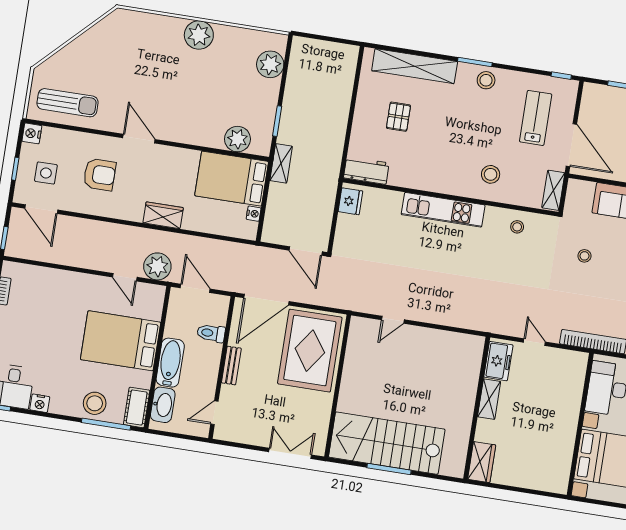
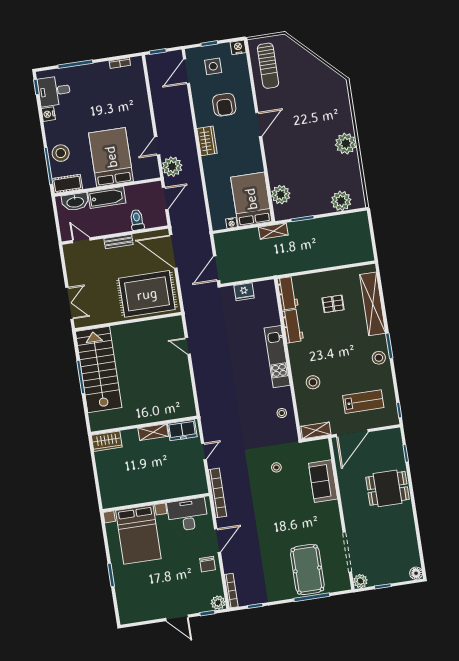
workbench: (410, 177) -> (293, 326), added
fridge: (350, 201) -> (244, 292), moved
wardrobe: (163, 215) -> (207, 141), moved

